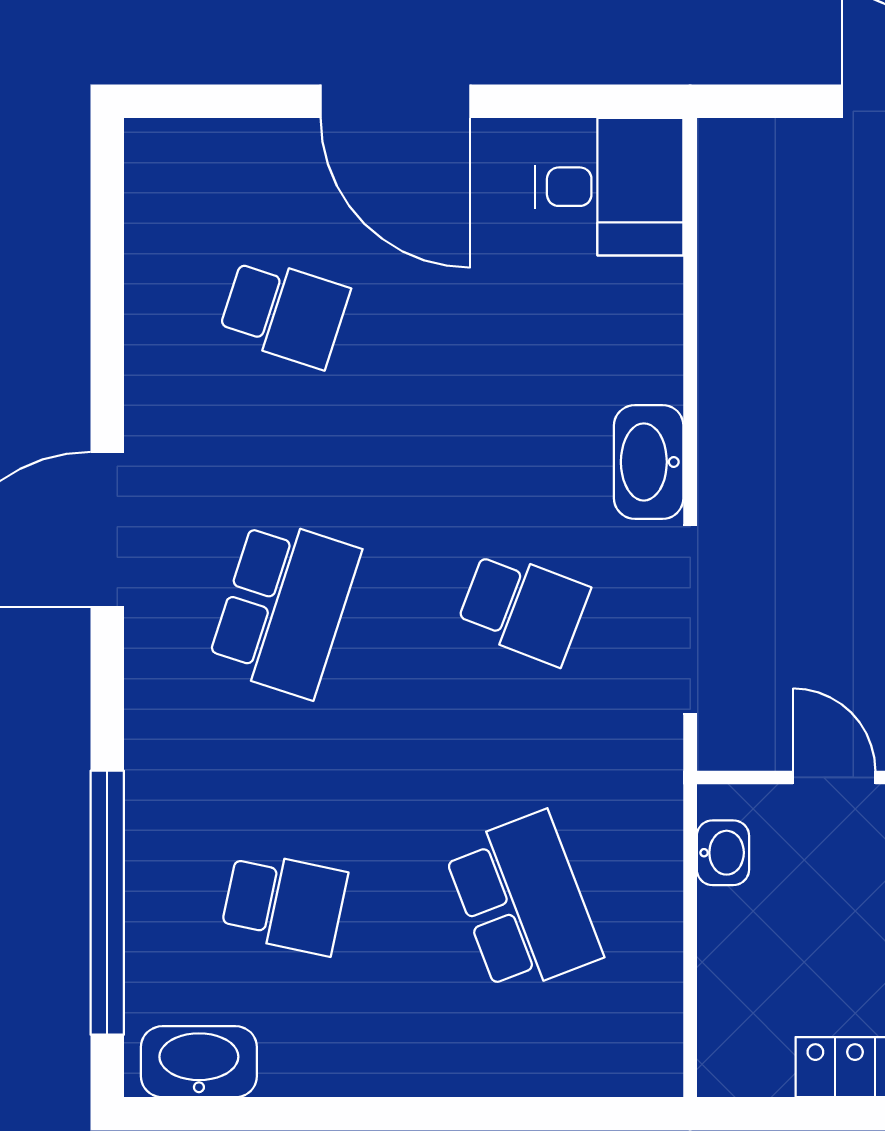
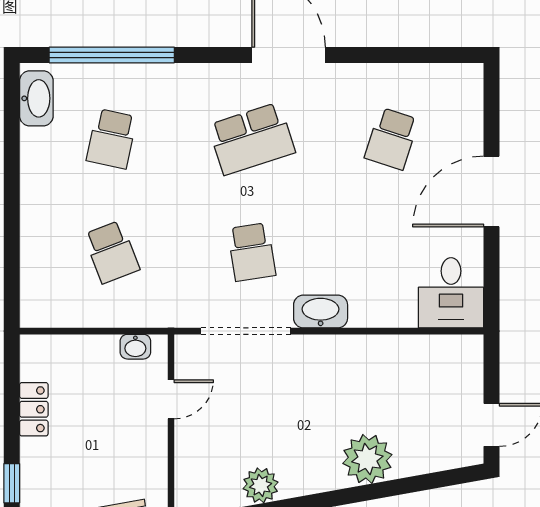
school desk: (284, 608) -> (252, 139), turned -36
school desk: (523, 608) -> (252, 252), turned -30
school desk: (523, 903) -> (112, 252), width x0.54

